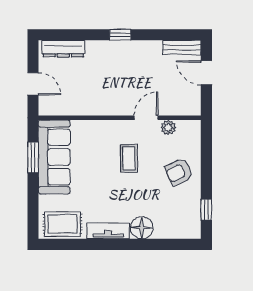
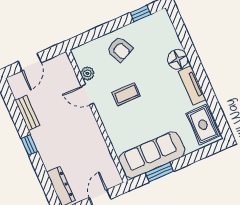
bench: (182, 47) -> (27, 113), moved

